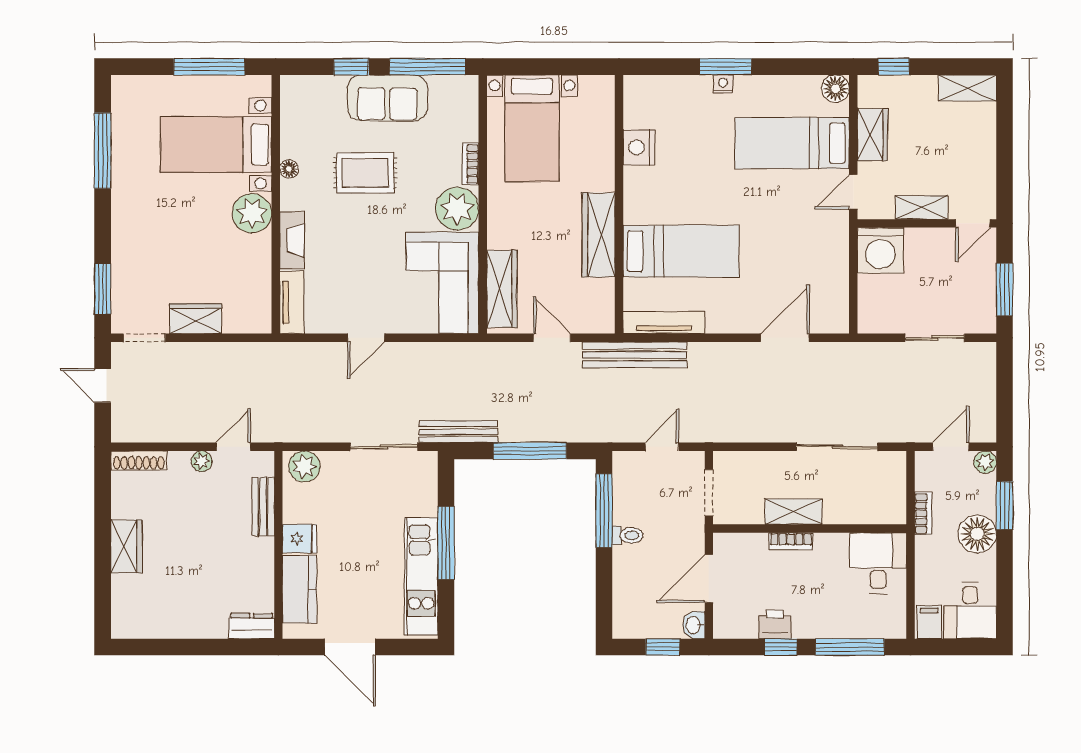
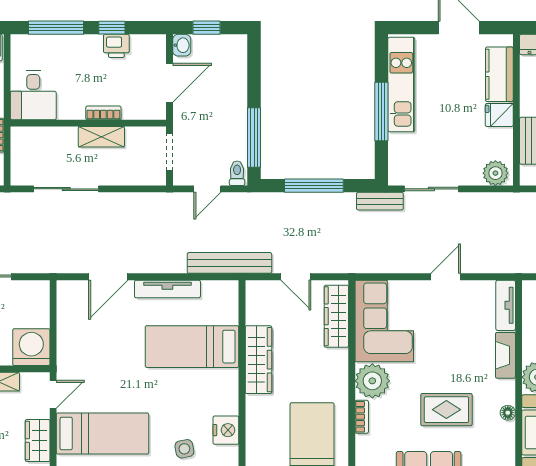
side table: (690, 124) -> (184, 449), added
tv unit: (664, 323) -> (167, 289), moved
bench: (458, 432) -> (380, 201), width x0.73
toilet: (628, 535) -> (237, 173), moved, turned 90

